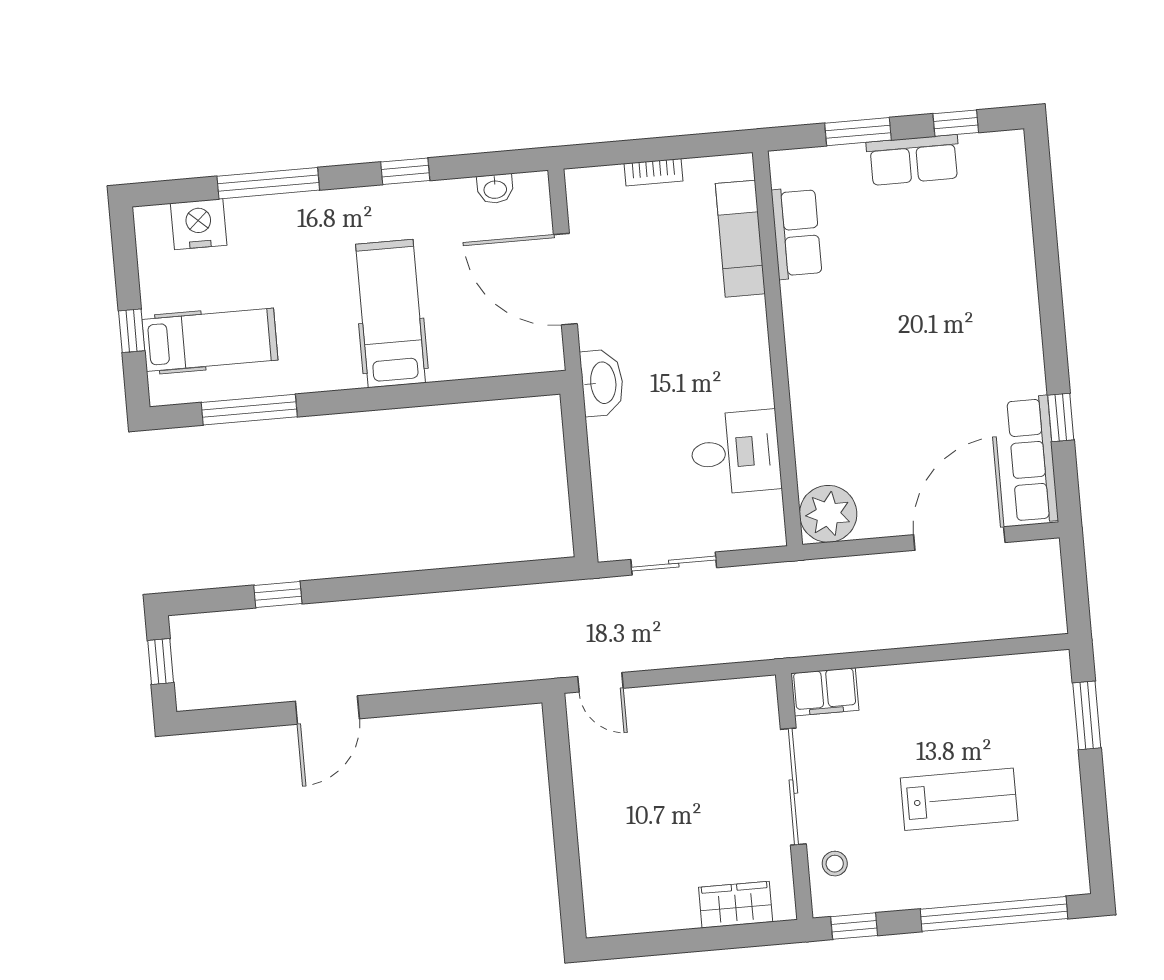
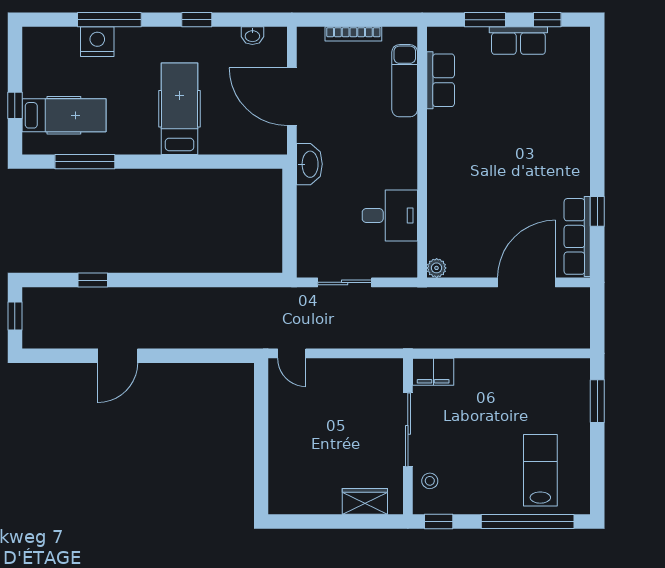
bookcase: (653, 172) -> (353, 34), width x1.56
nightstand: (199, 224) -> (97, 42), moved
plant: (828, 514) -> (437, 268), width x0.53, depth x0.53
lab bench: (959, 799) -> (540, 470), moved, turned -90

